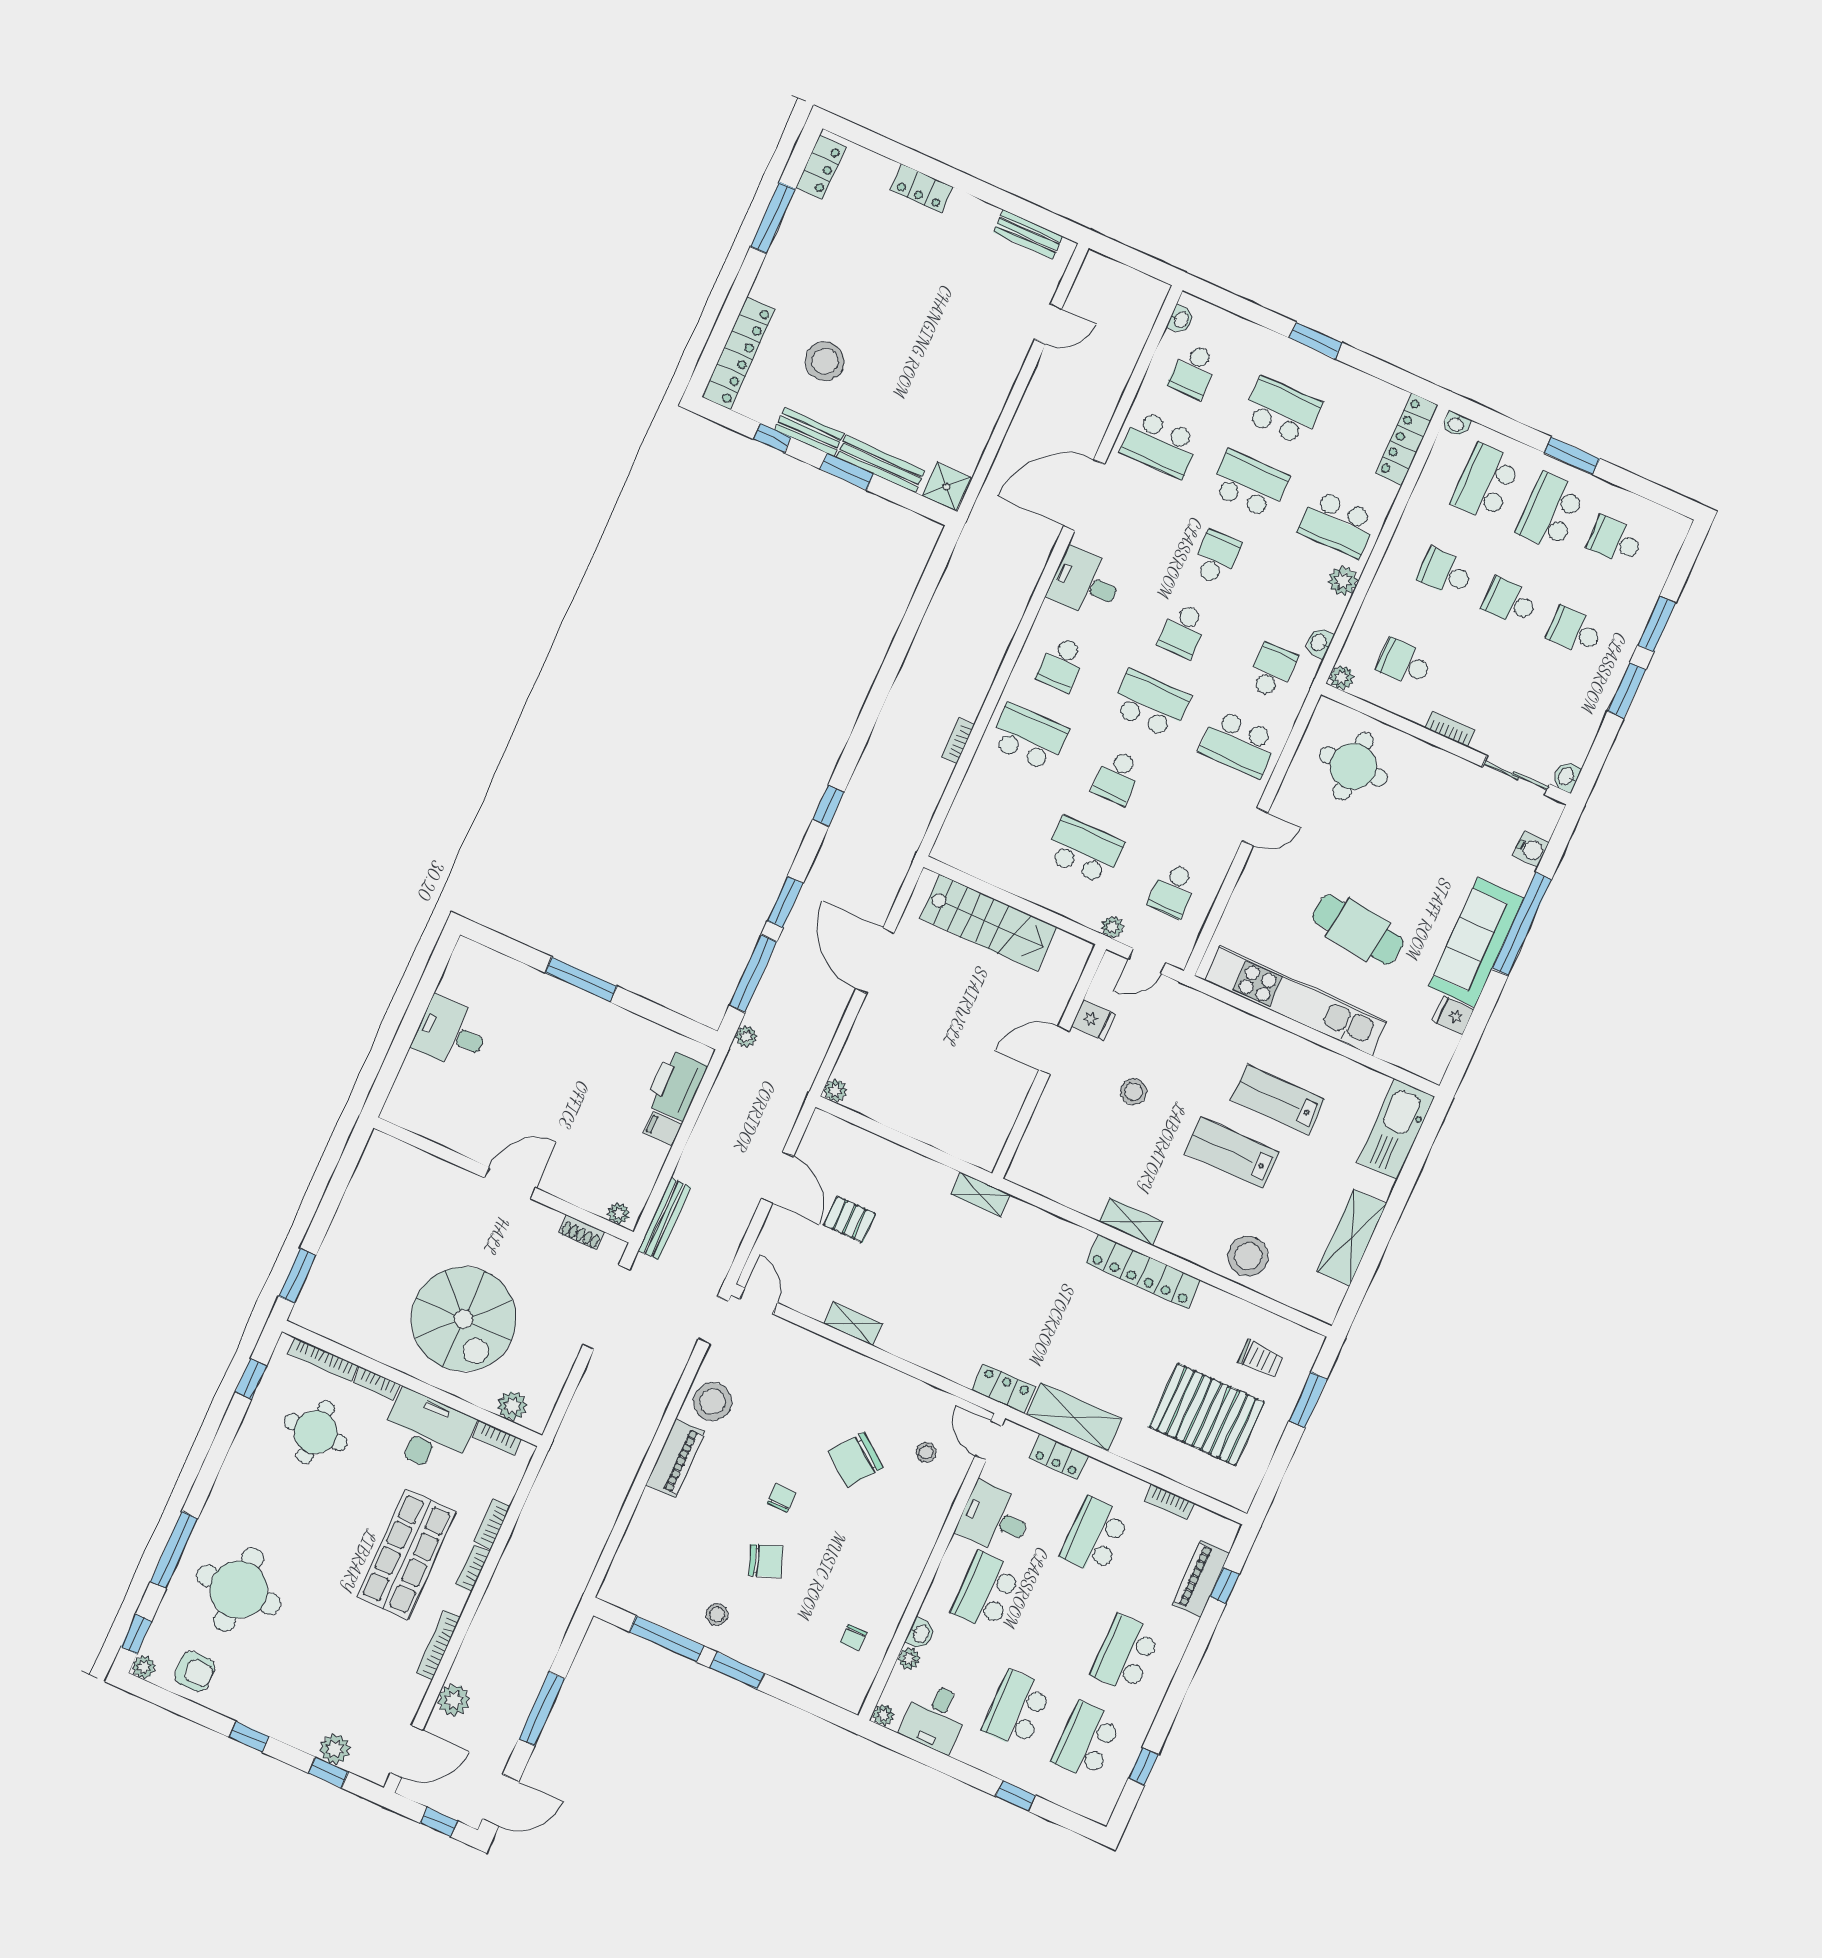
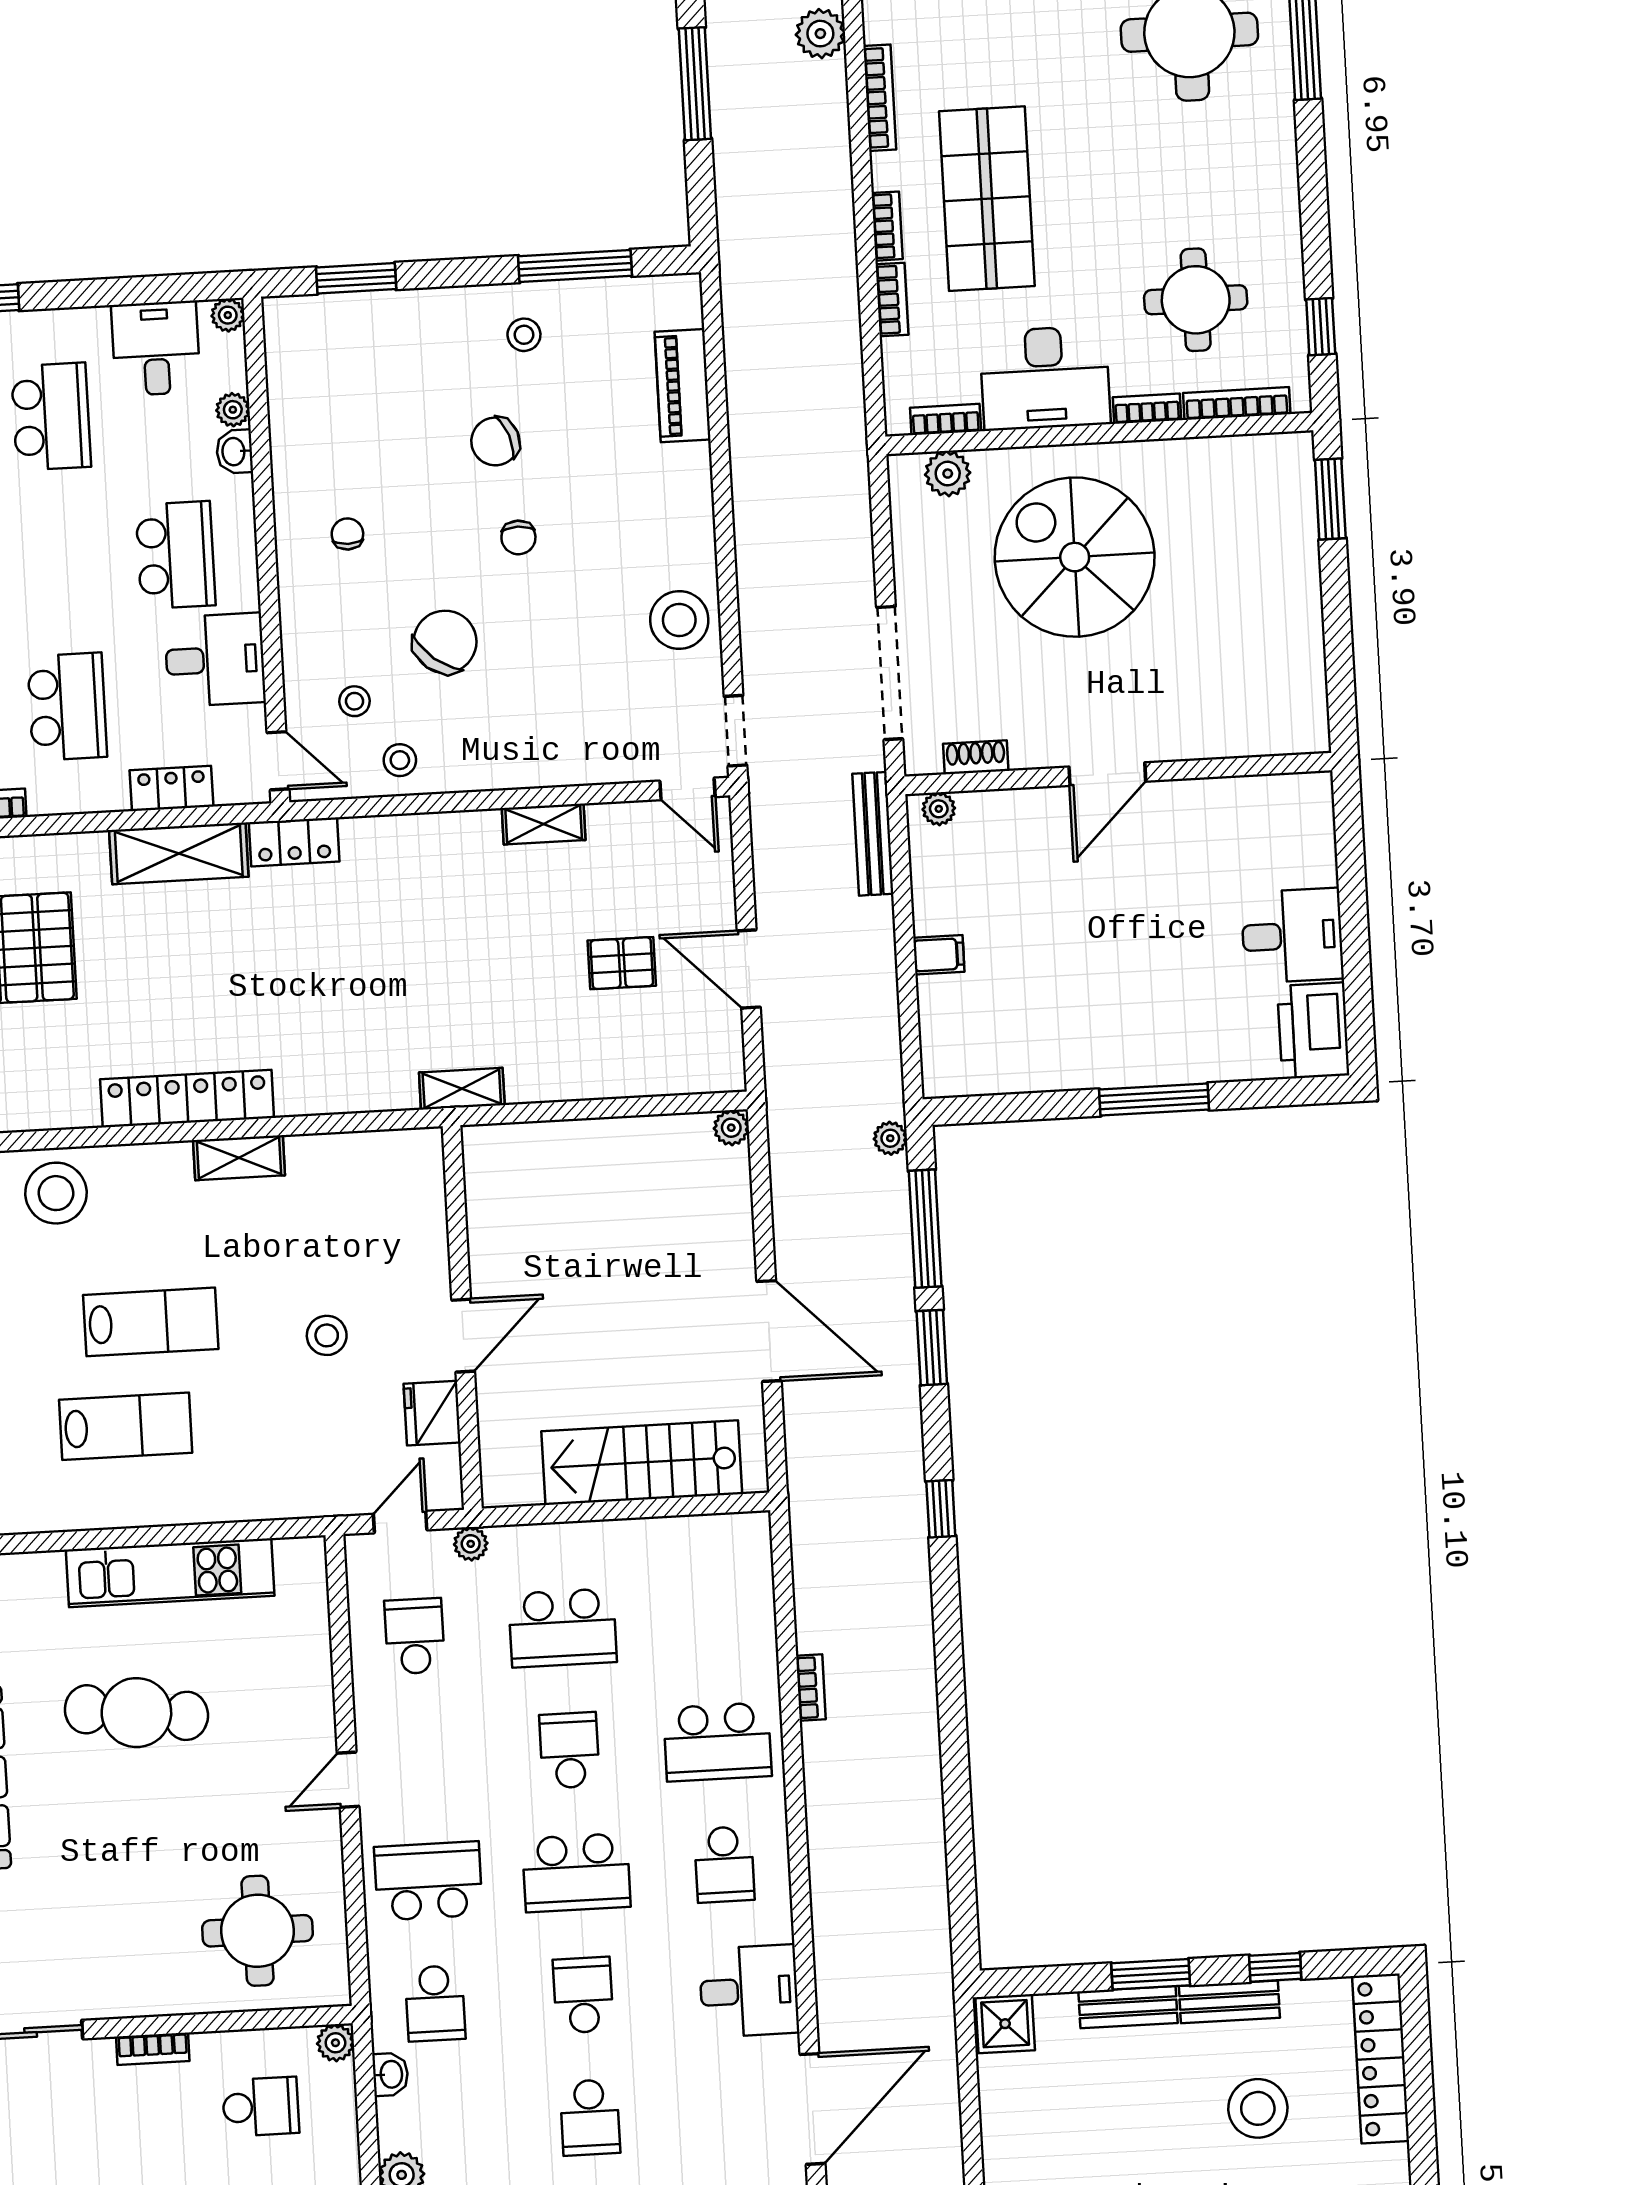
bench: (880, 464) -> (1128, 2007), width x0.73
school desk: (1062, 664) -> (724, 1864), turned 180
kitchen unit: (1296, 1001) -> (170, 1573), width x0.73
fridge: (1093, 1020) -> (432, 1413), width x1.38
printer: (676, 1085) -> (1313, 1031), moved, turned 180
stool: (917, 1404) -> (400, 760), added
piano: (675, 1458) -> (683, 386), moved
chair: (853, 1638) -> (347, 534), moved
window: (737, 1671) -> (356, 278), moved

